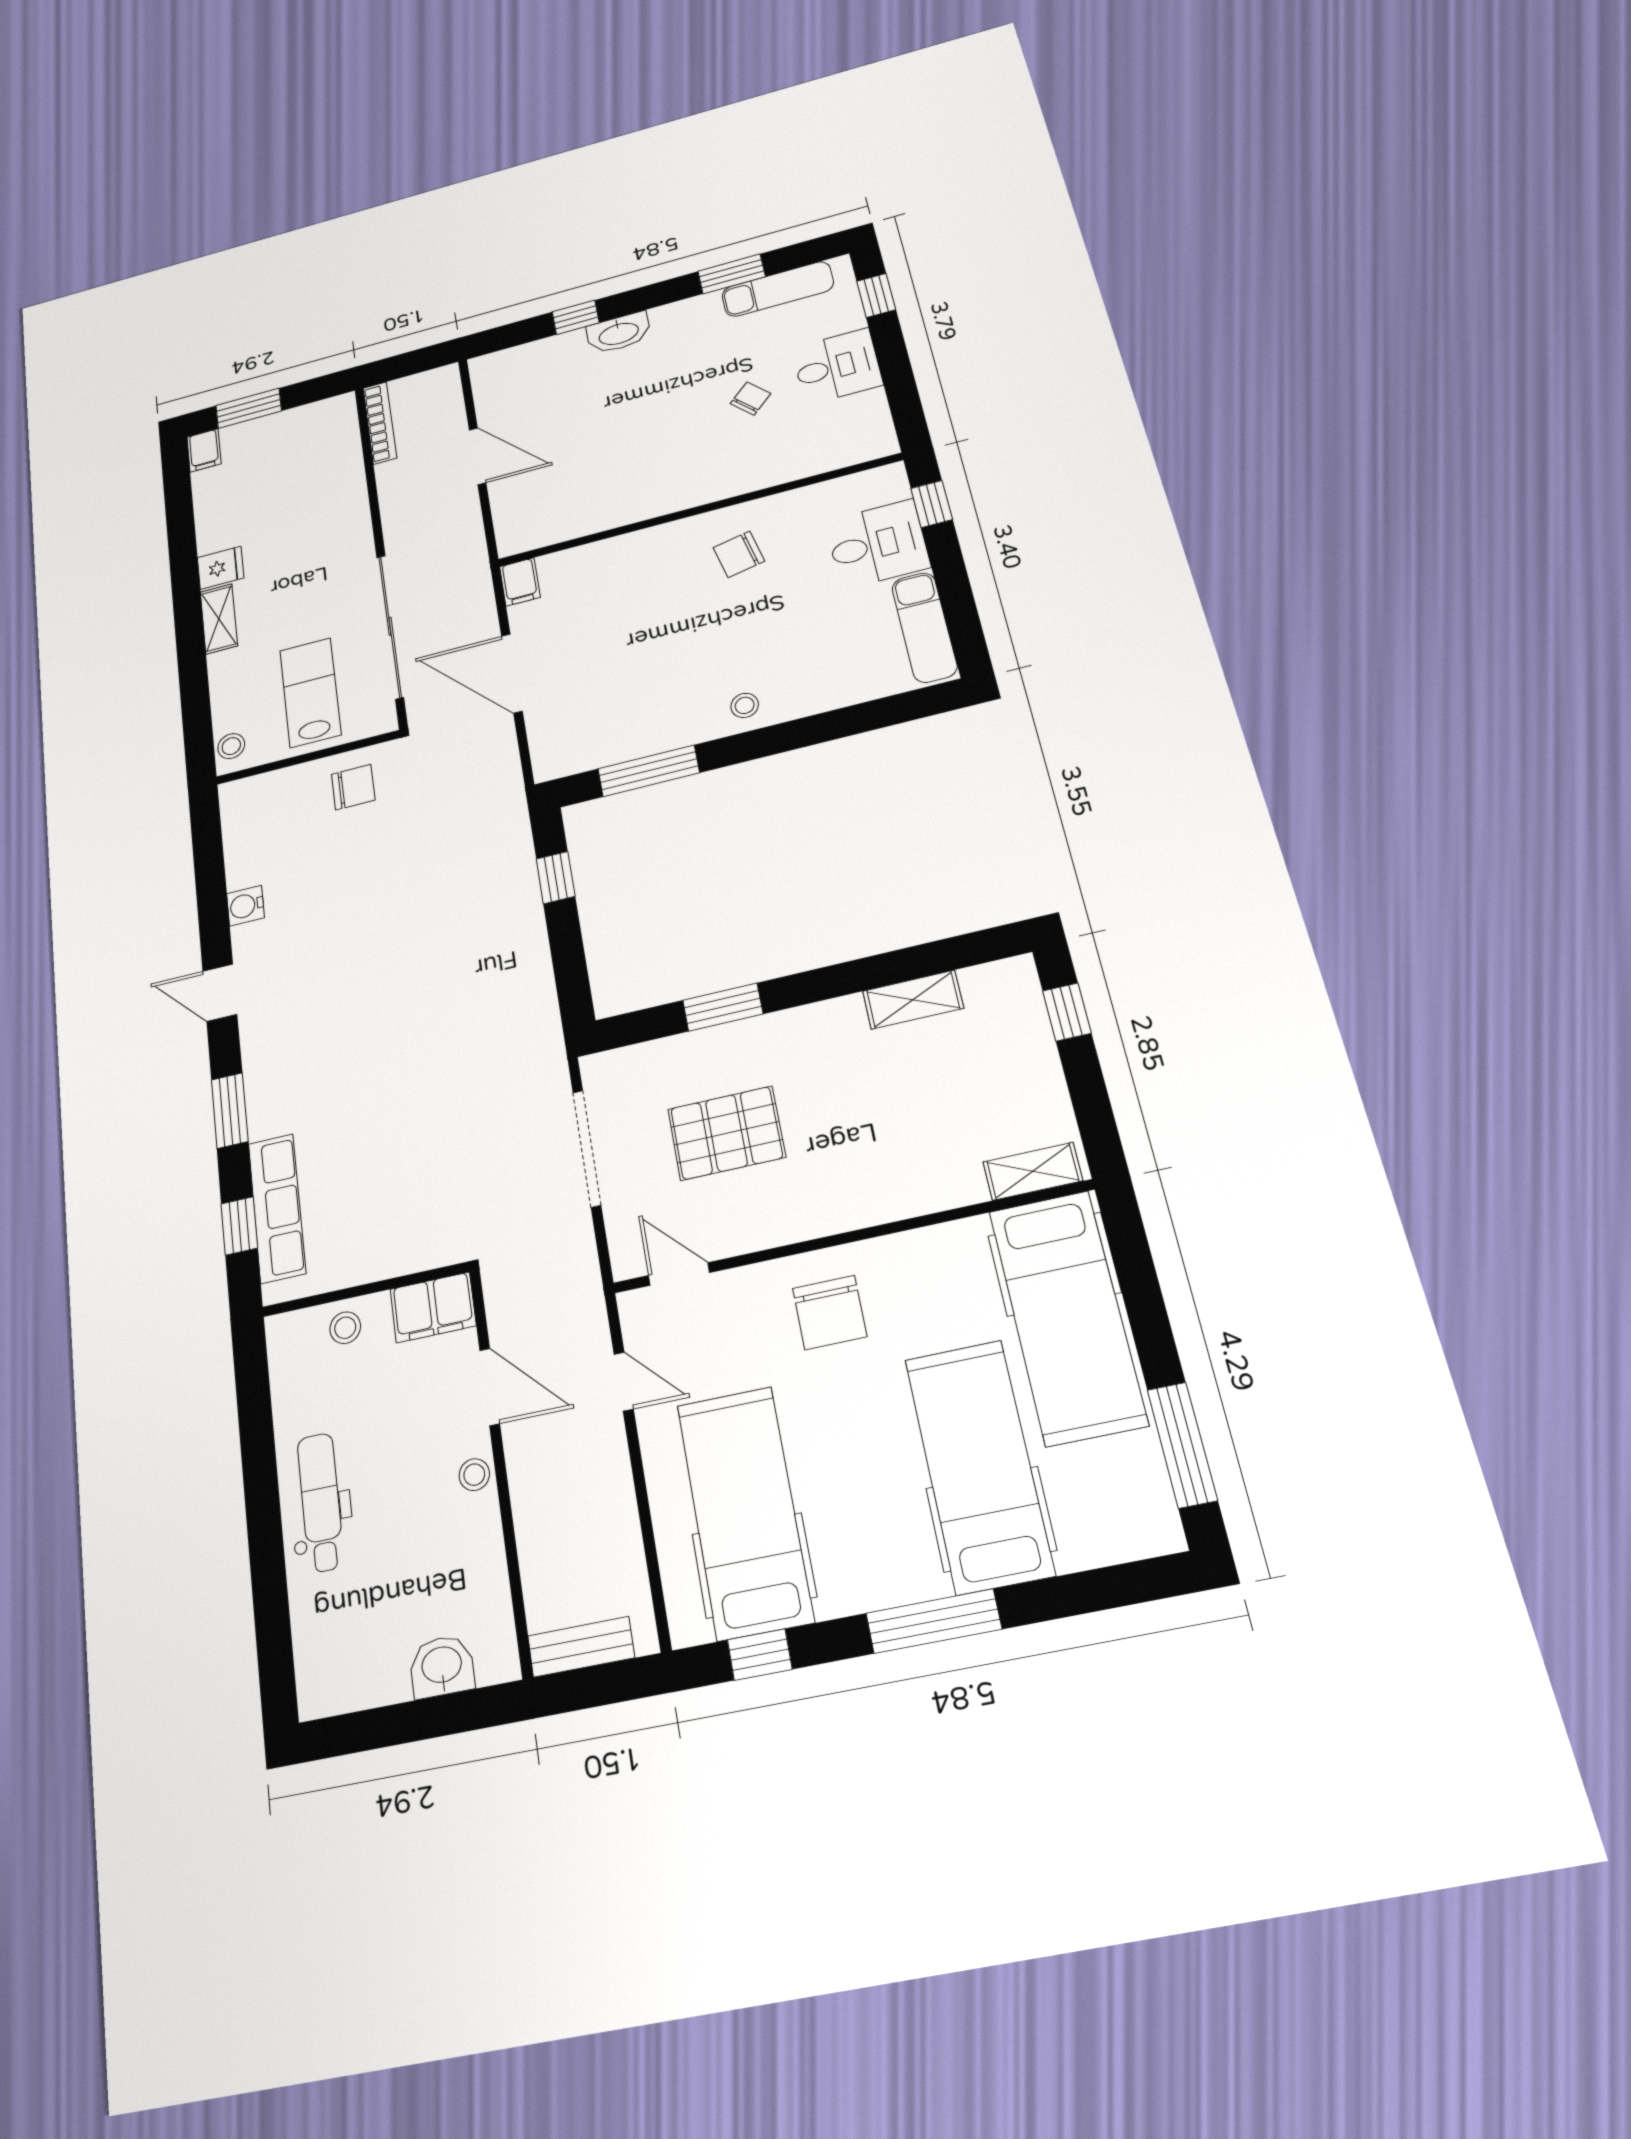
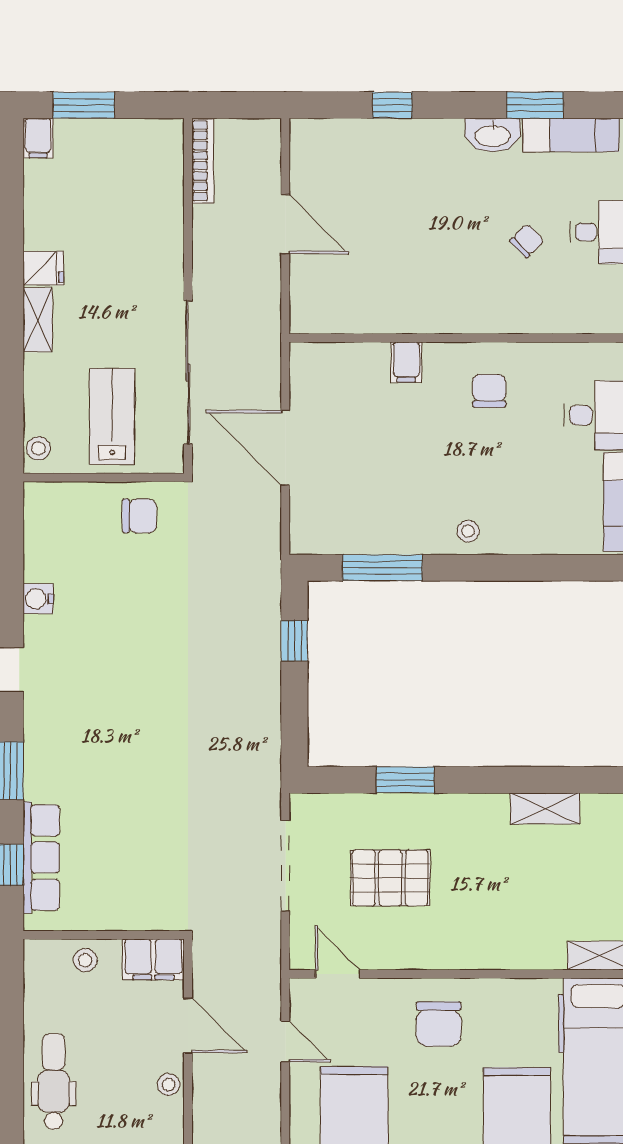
washbasin: (619, 333) -> (493, 135), moved
chair: (739, 554) -> (489, 391), turned 102
filing cabinet: (520, 582) -> (406, 362), moved

